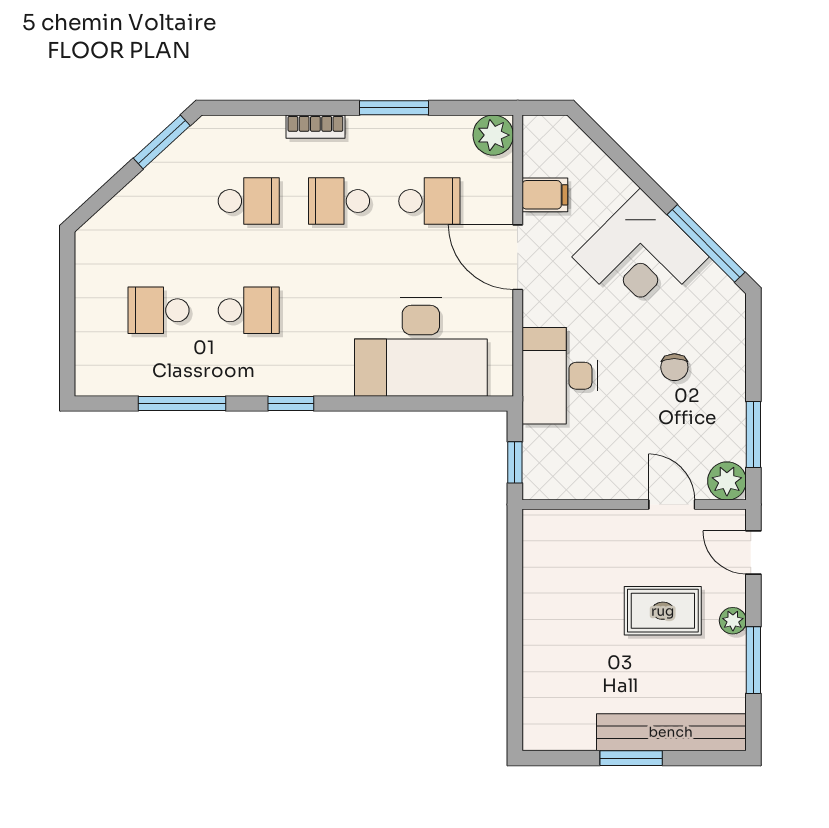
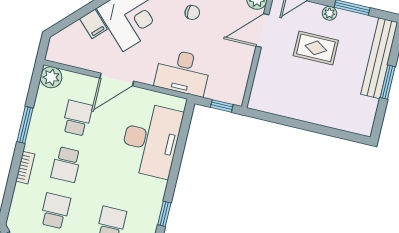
filing cabinet: (545, 195) -> (93, 24), moved, turned 135
door: (672, 505) -> (262, 30), width x1.38
rug: (663, 611) -> (316, 48), turned 90

